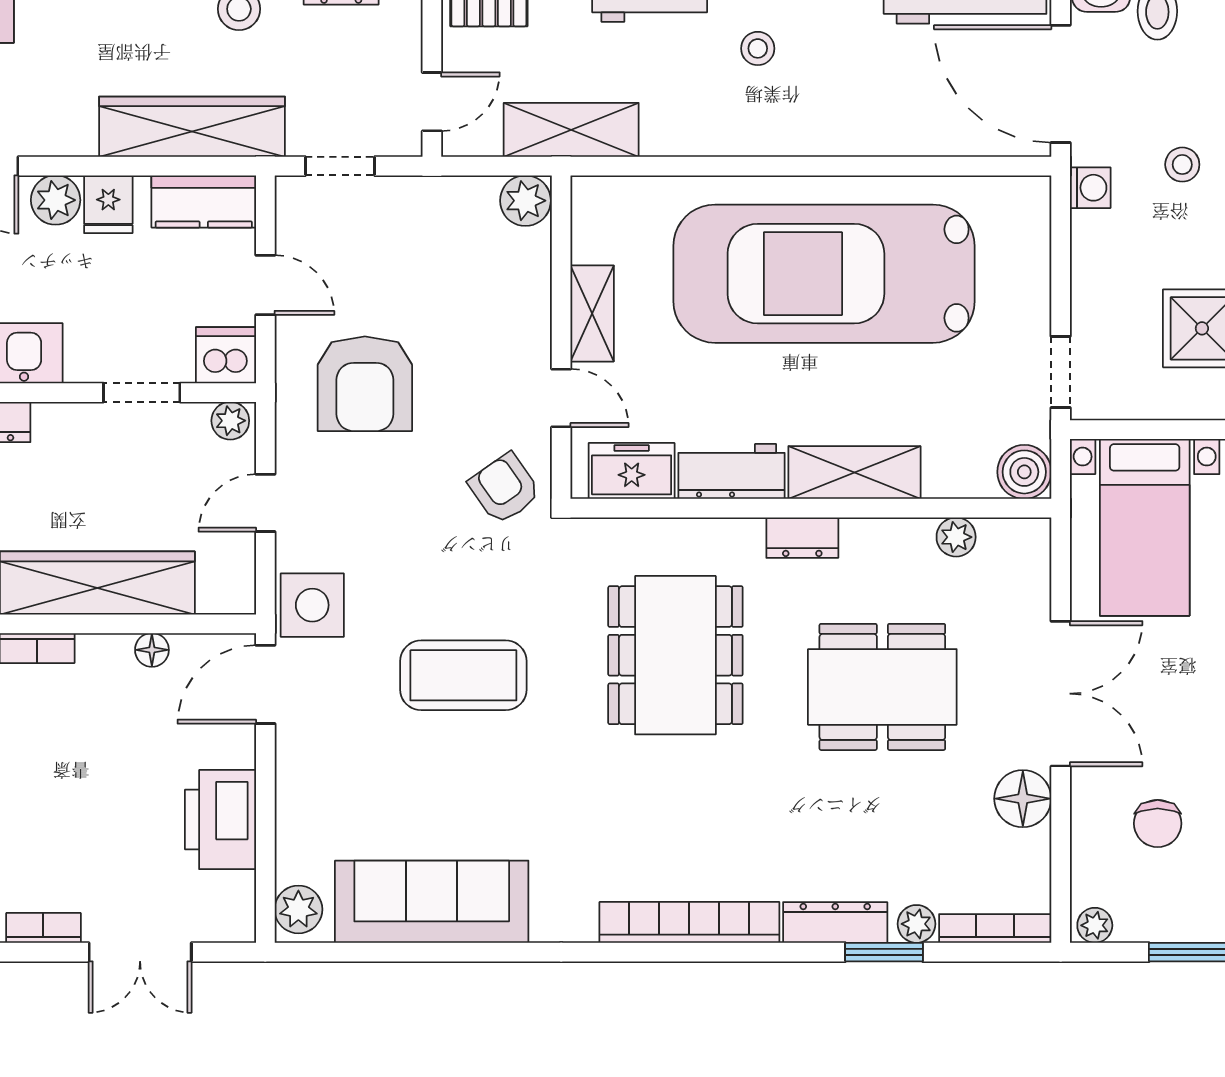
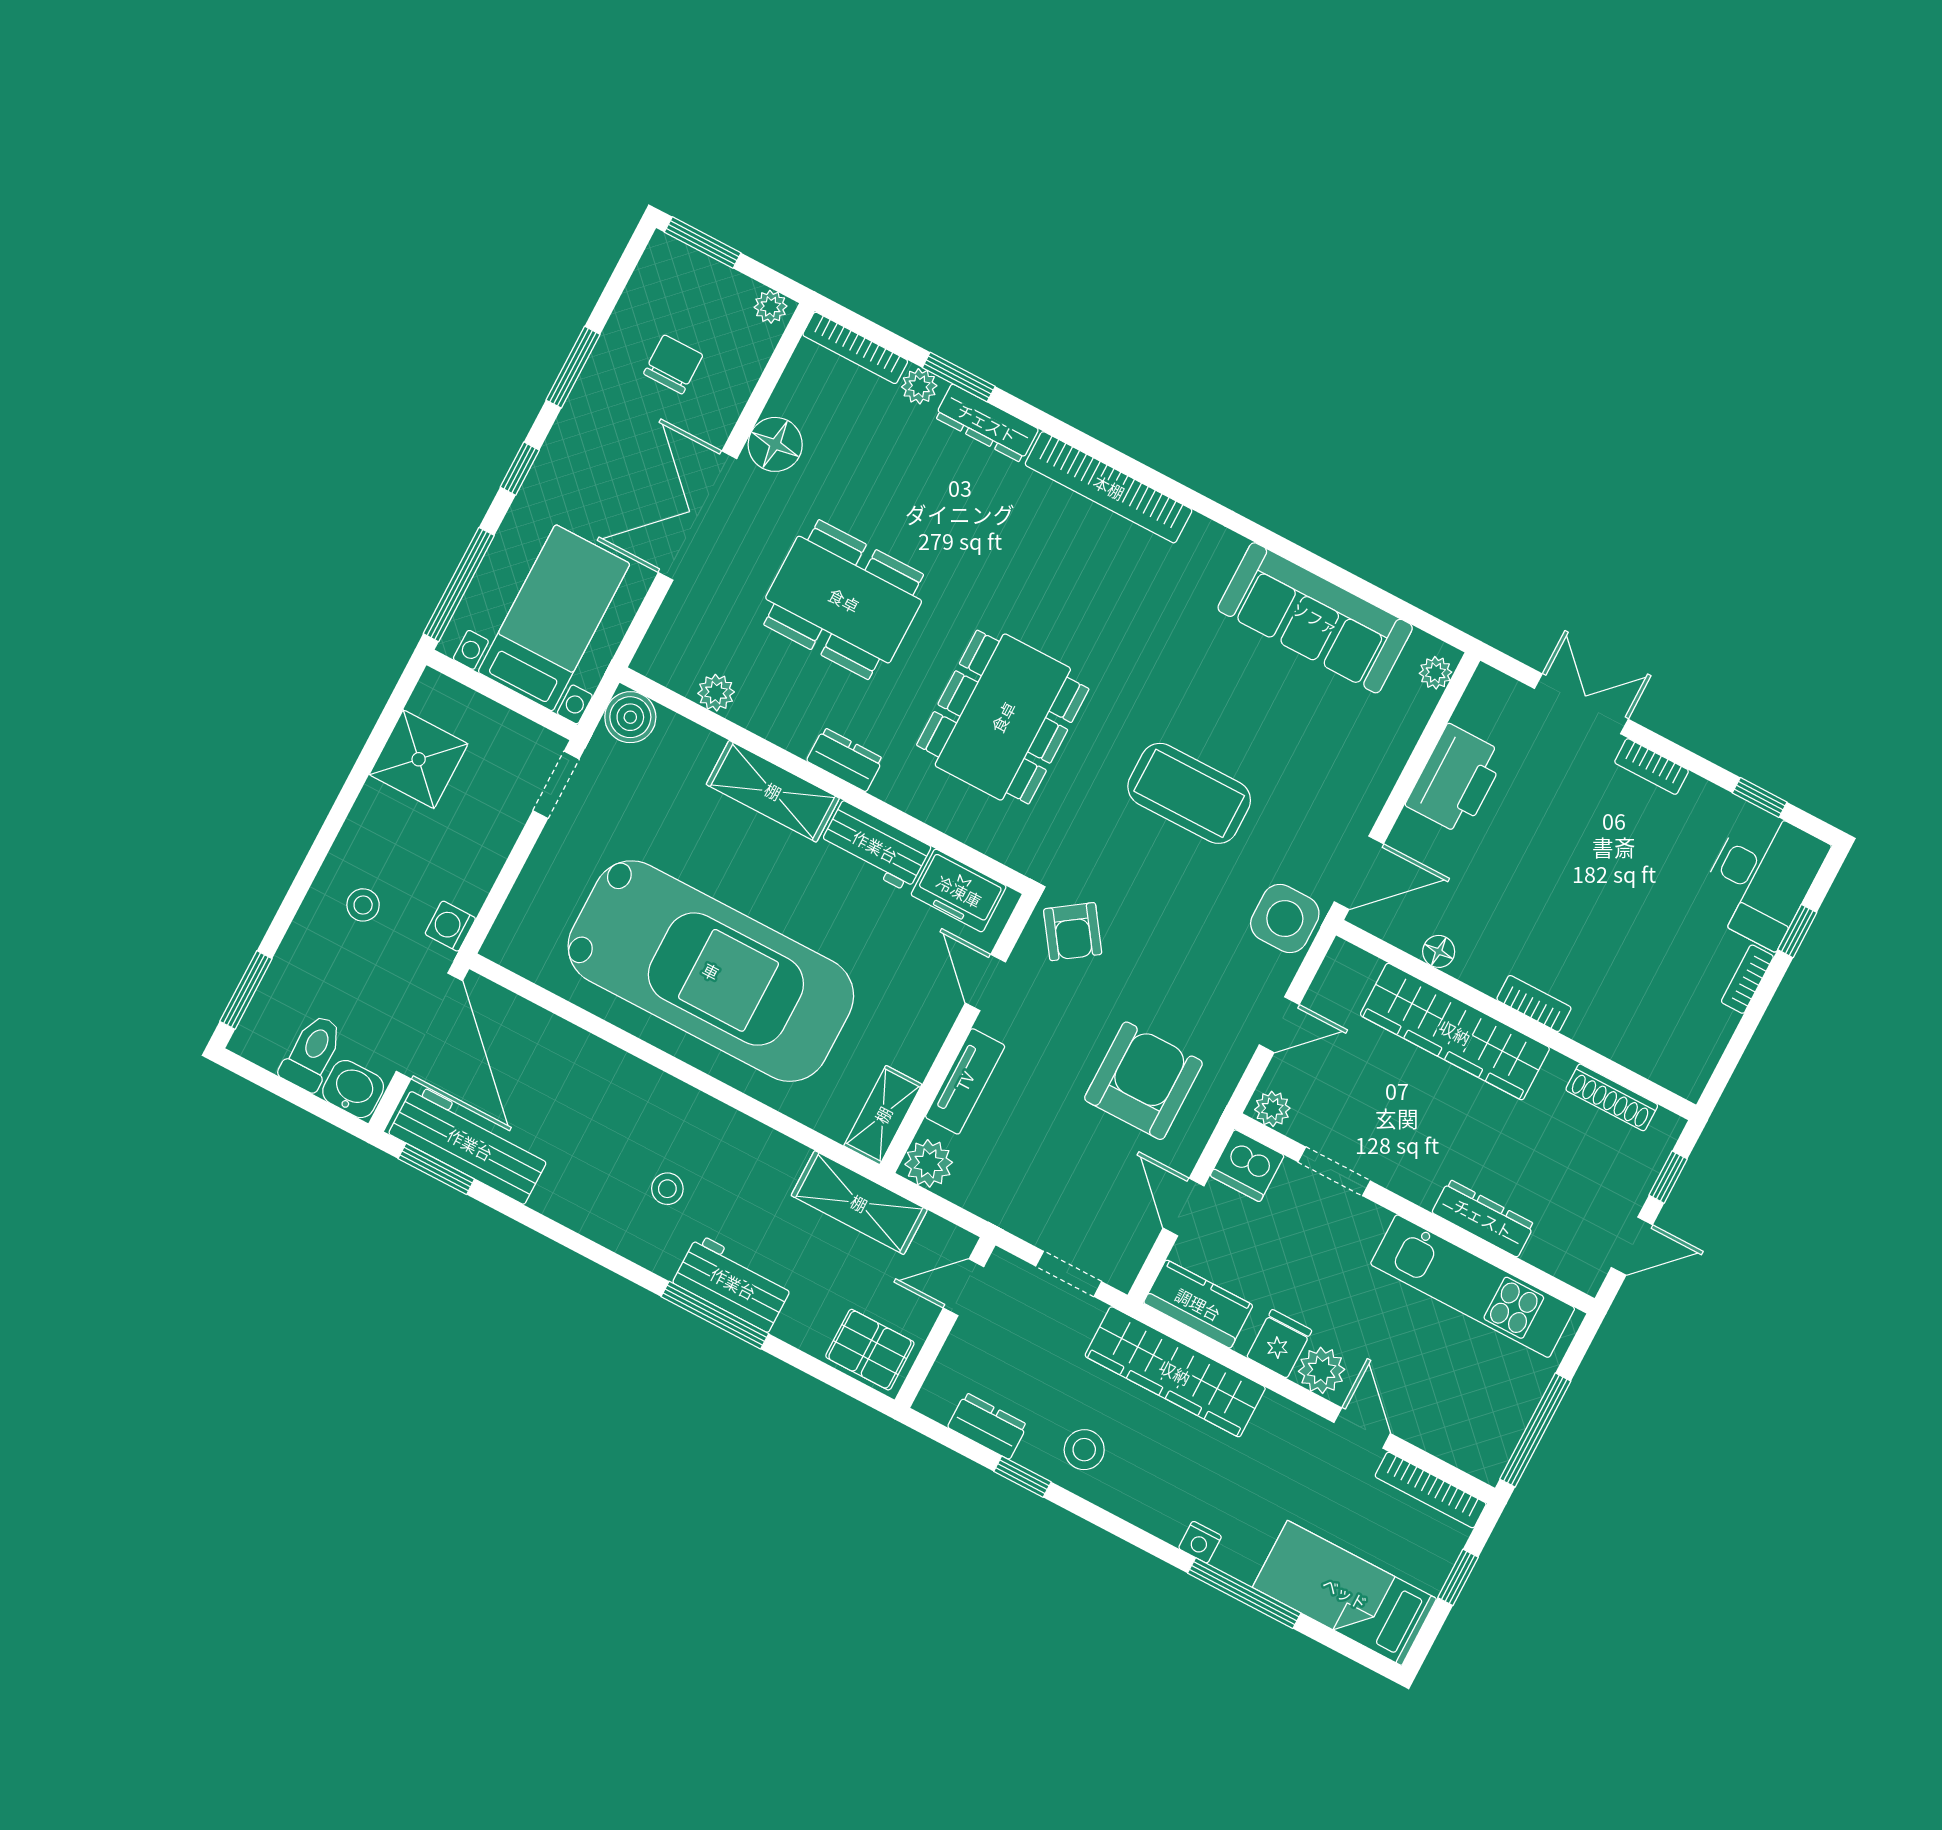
tv unit: (532, 295) -> (965, 1081), added
shelving: (592, 313) -> (883, 1115), moved
plant: (298, 909) -> (1436, 673), width x0.73, depth x0.73

